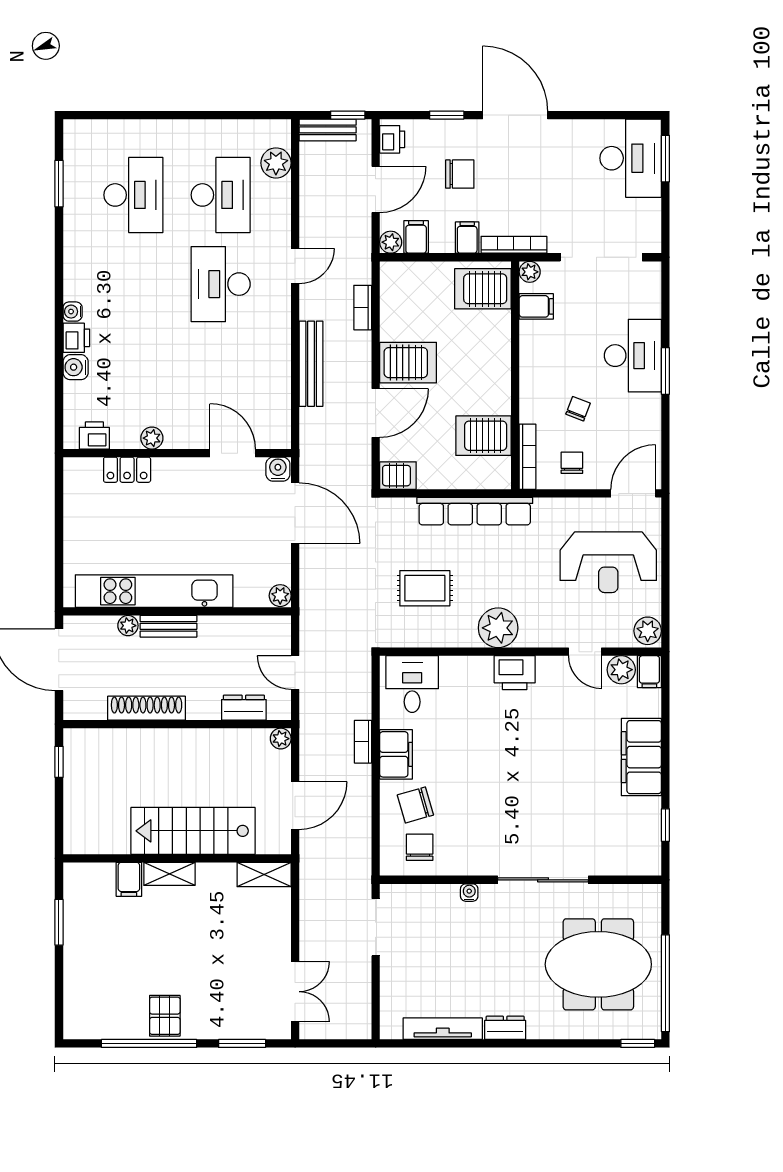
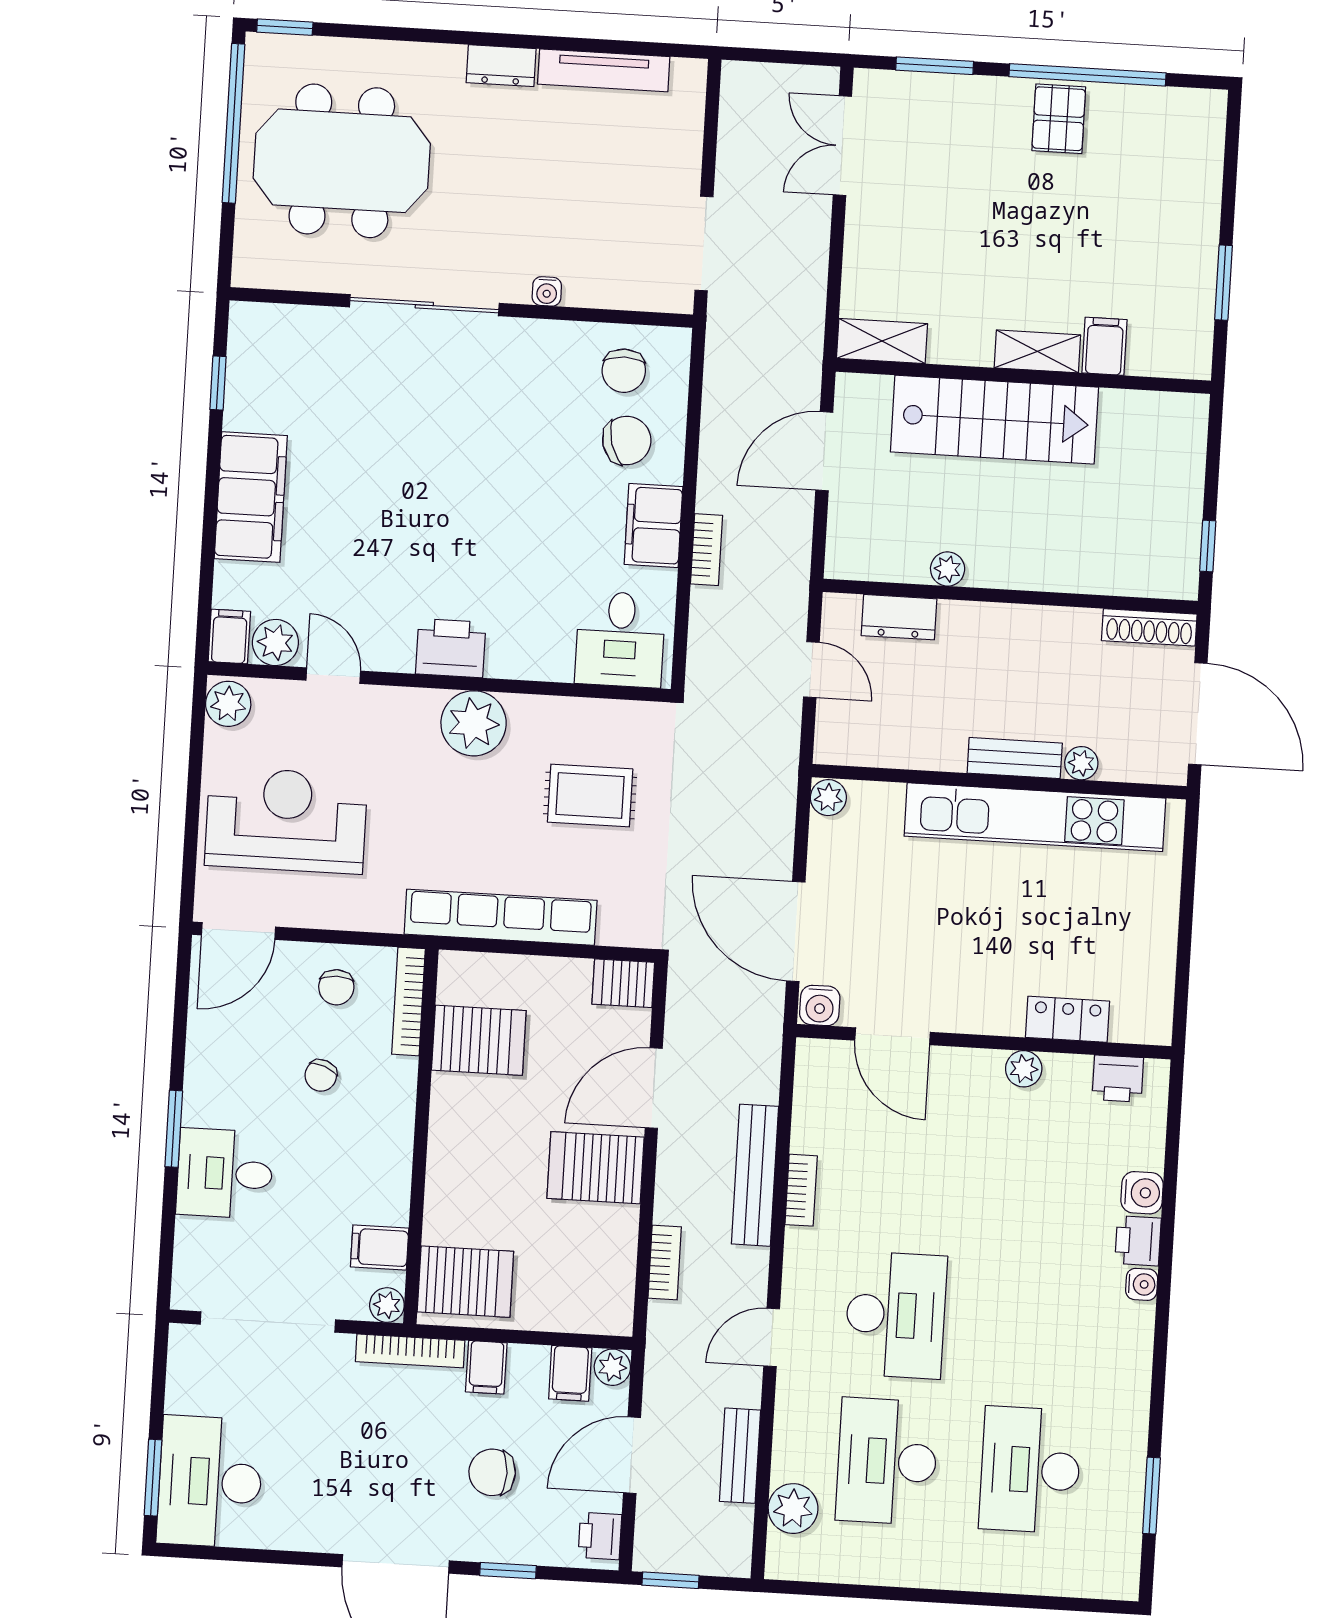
bench: (328, 130) -> (740, 1456), moved, turned 90
bookcase: (283, 356) -> (801, 1190), added
desk: (633, 356) -> (225, 1174), width x0.73
shoe rack: (147, 708) -> (1149, 627), moved, width x0.74, depth x0.81
plant: (281, 739) -> (948, 569), moved

